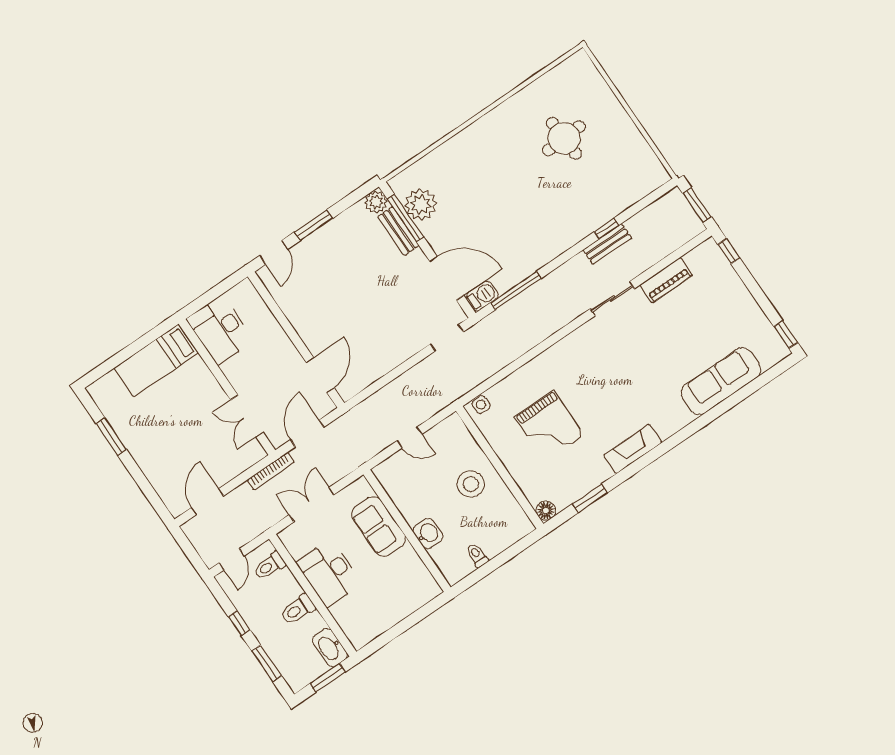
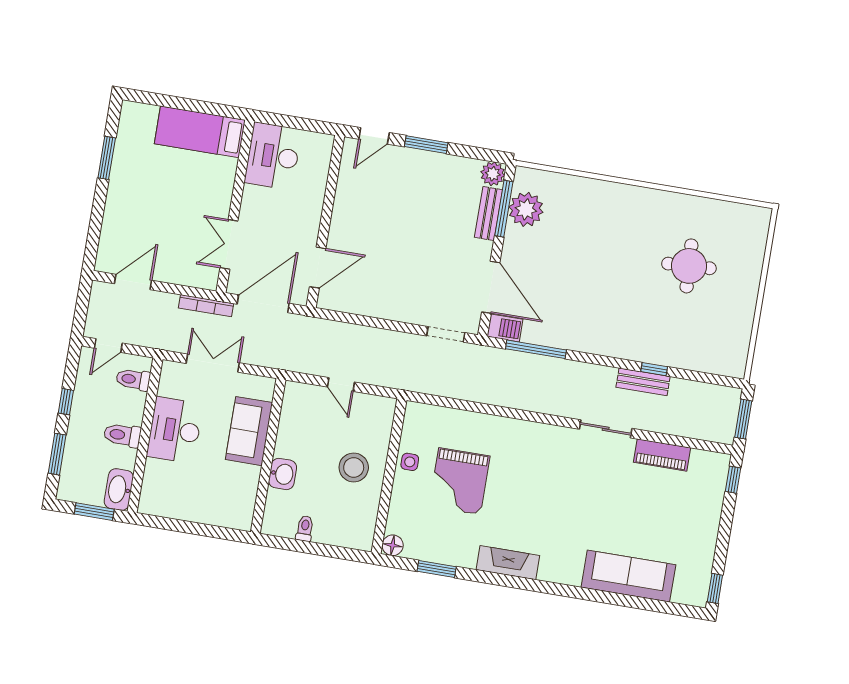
side table: (481, 405) -> (410, 462), moved
door: (307, 433) -> (263, 304), width x1.36

